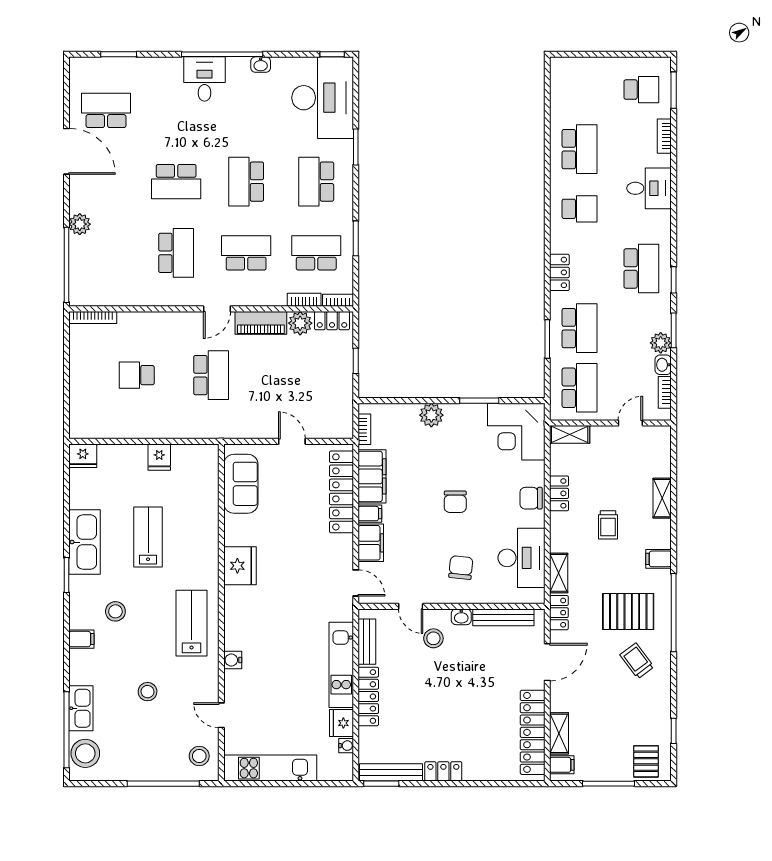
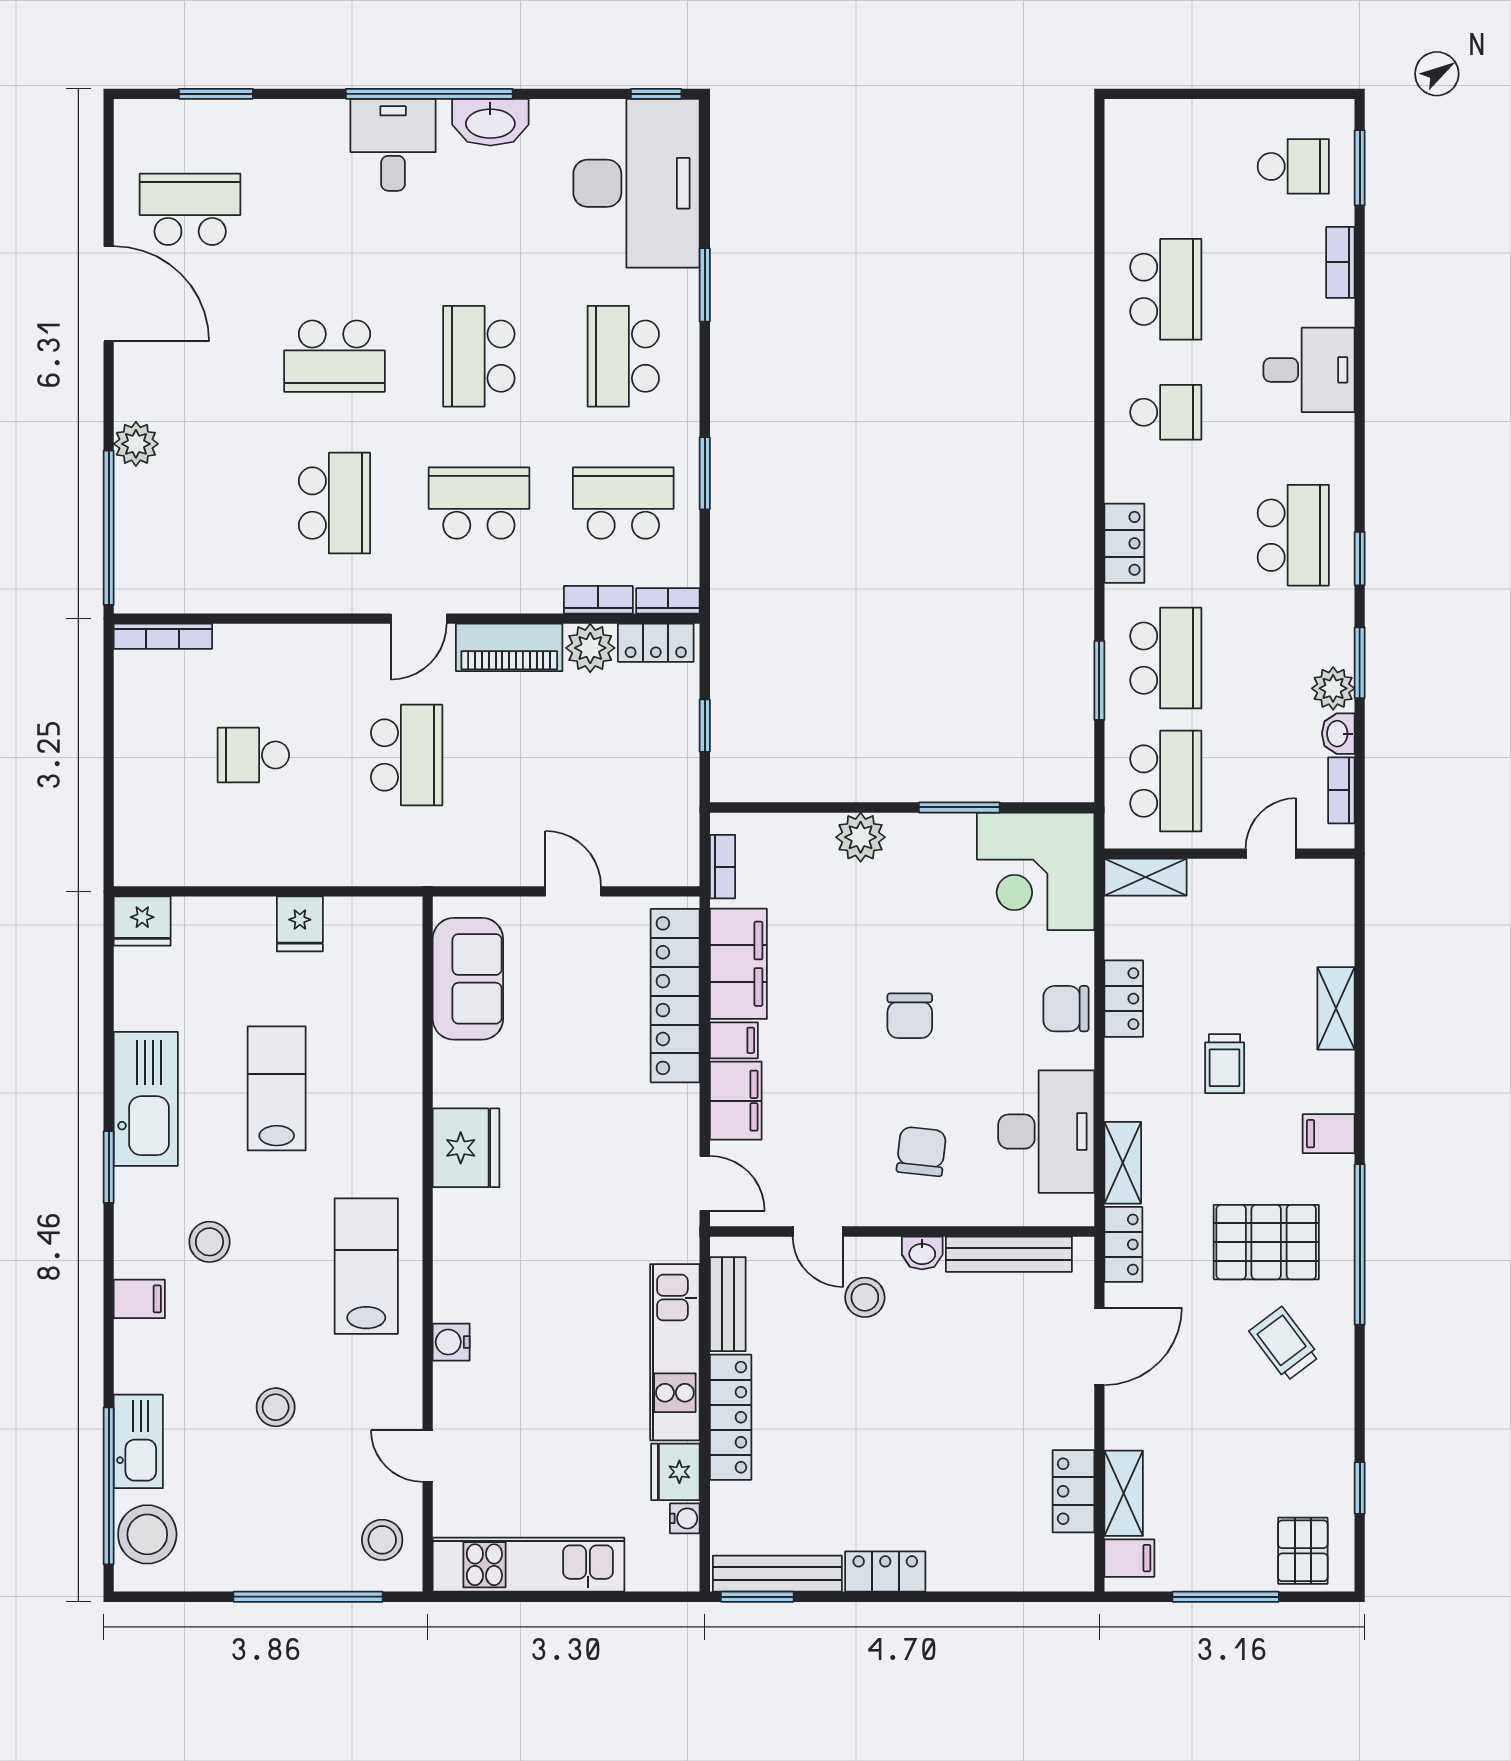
washbasin: (261, 65) -> (490, 122), width x1.91, depth x1.45
locker: (533, 732) -> (1074, 1491), width x0.46, depth x0.83

